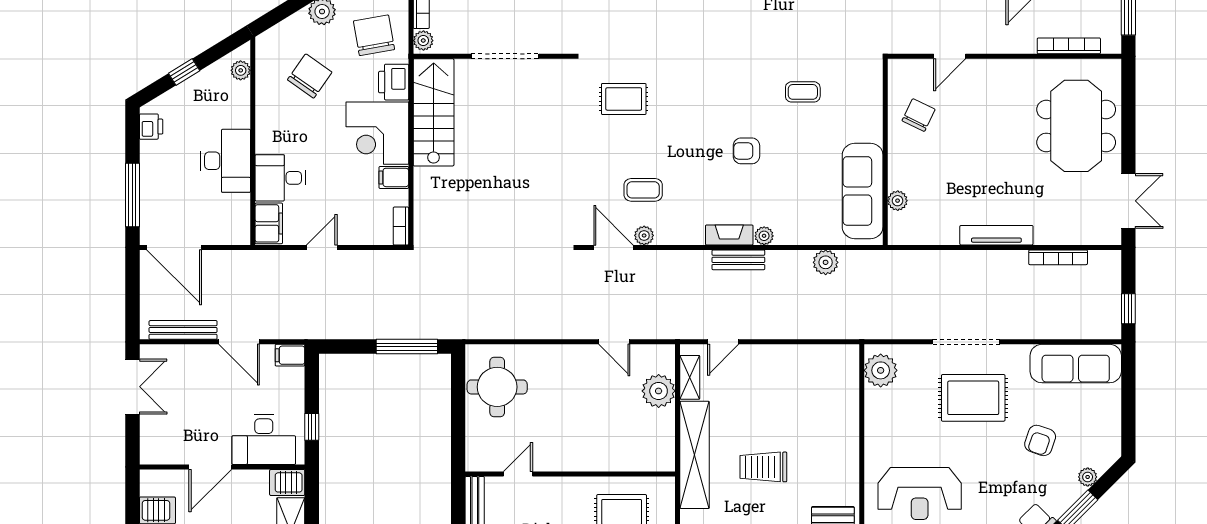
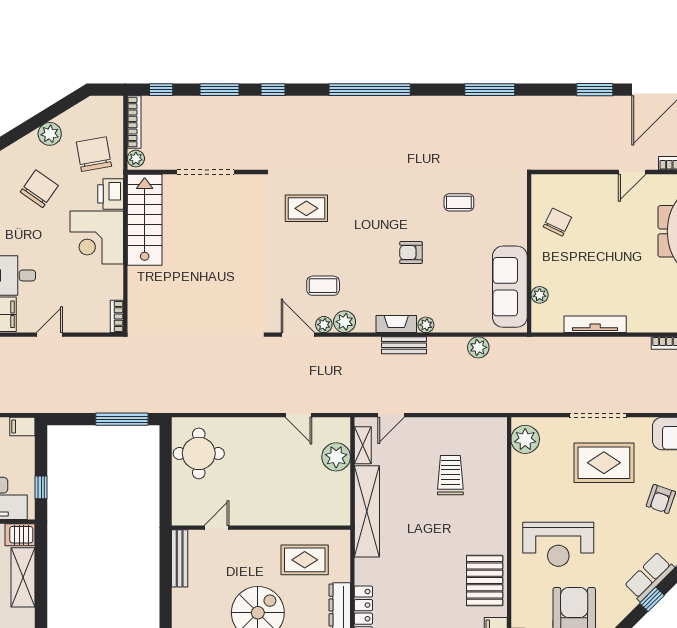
door: (950, 56) -> (632, 172), moved
filing cabinet: (394, 177) -> (111, 275), removed
plant: (668, 232) -> (345, 322), added
tv unit: (996, 235) -> (595, 324), moved
trolley: (763, 467) -> (450, 475), moved, turned 90

